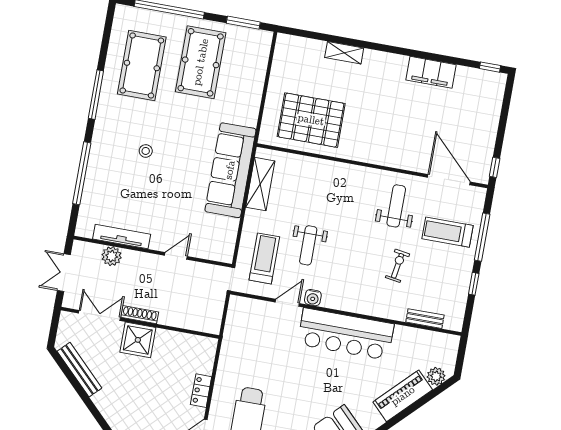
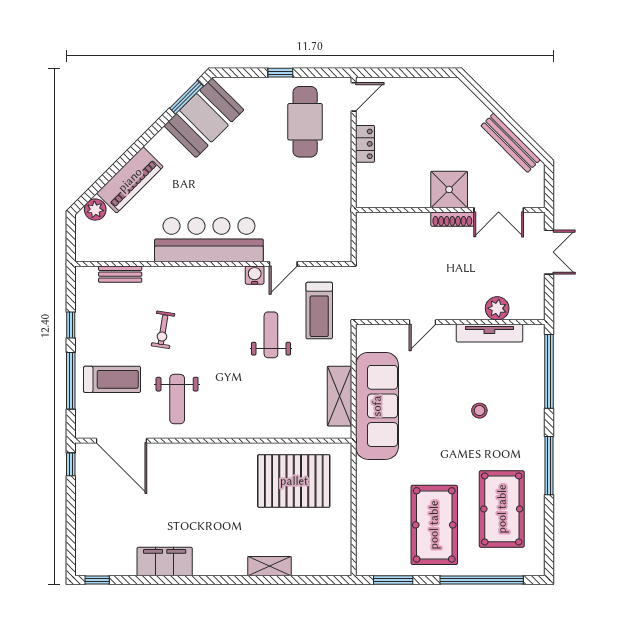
tv unit: (122, 237) -> (489, 333), moved
wall: (153, 252) -> (450, 322), moved
plant: (112, 256) -> (497, 308), moved
door: (176, 256) -> (423, 322), moved

